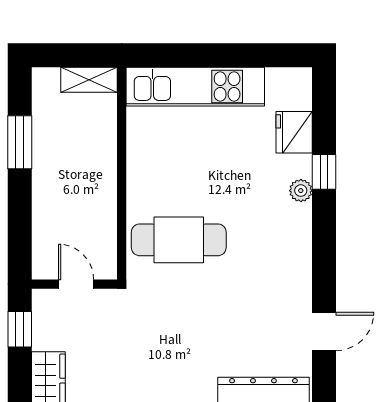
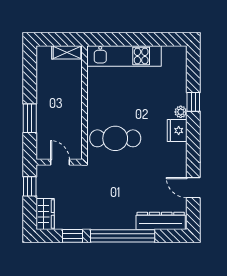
fridge: (294, 132) -> (177, 131), moved
window: (20, 142) -> (30, 118), moved
door: (324, 332) -> (193, 188), swing flipped

